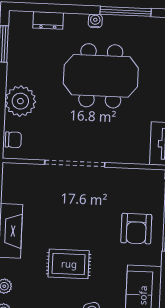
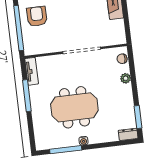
dresser: (48, 20) -> (128, 134), moved
plant: (20, 101) -> (126, 78), width x0.53, depth x0.53

